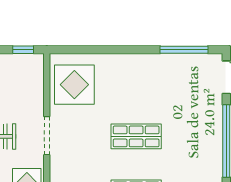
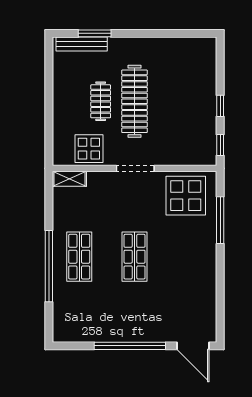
window: (184, 50) -> (220, 220), moved

